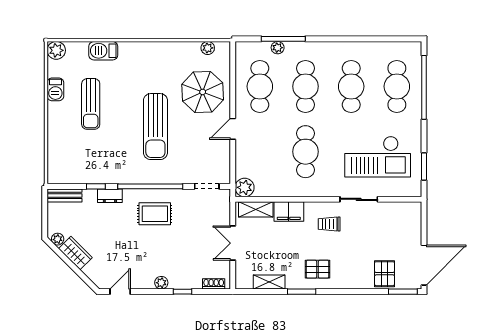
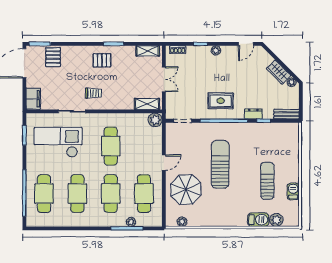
plant: (56, 50) -> (276, 220), moved
filing cabinet: (289, 212) -> (33, 99), moved, turned 90
shelving: (269, 282) -> (148, 51), moved

